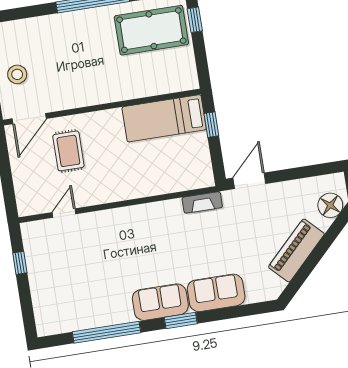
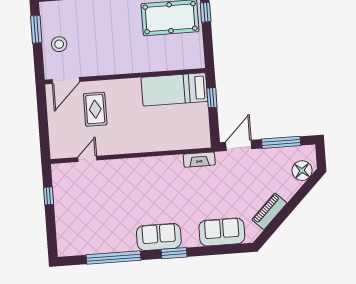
window: (302, 173) -> (281, 142), added
piano: (296, 250) -> (269, 211), width x0.73, depth x0.75
sofa: (216, 293) -> (222, 232), moved

